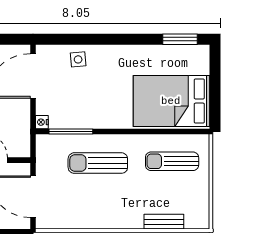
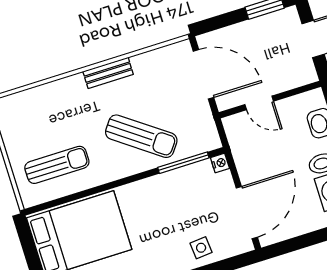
sun lounger: (98, 163) -> (141, 136), turned 36
bench: (164, 222) -> (108, 73), moved

